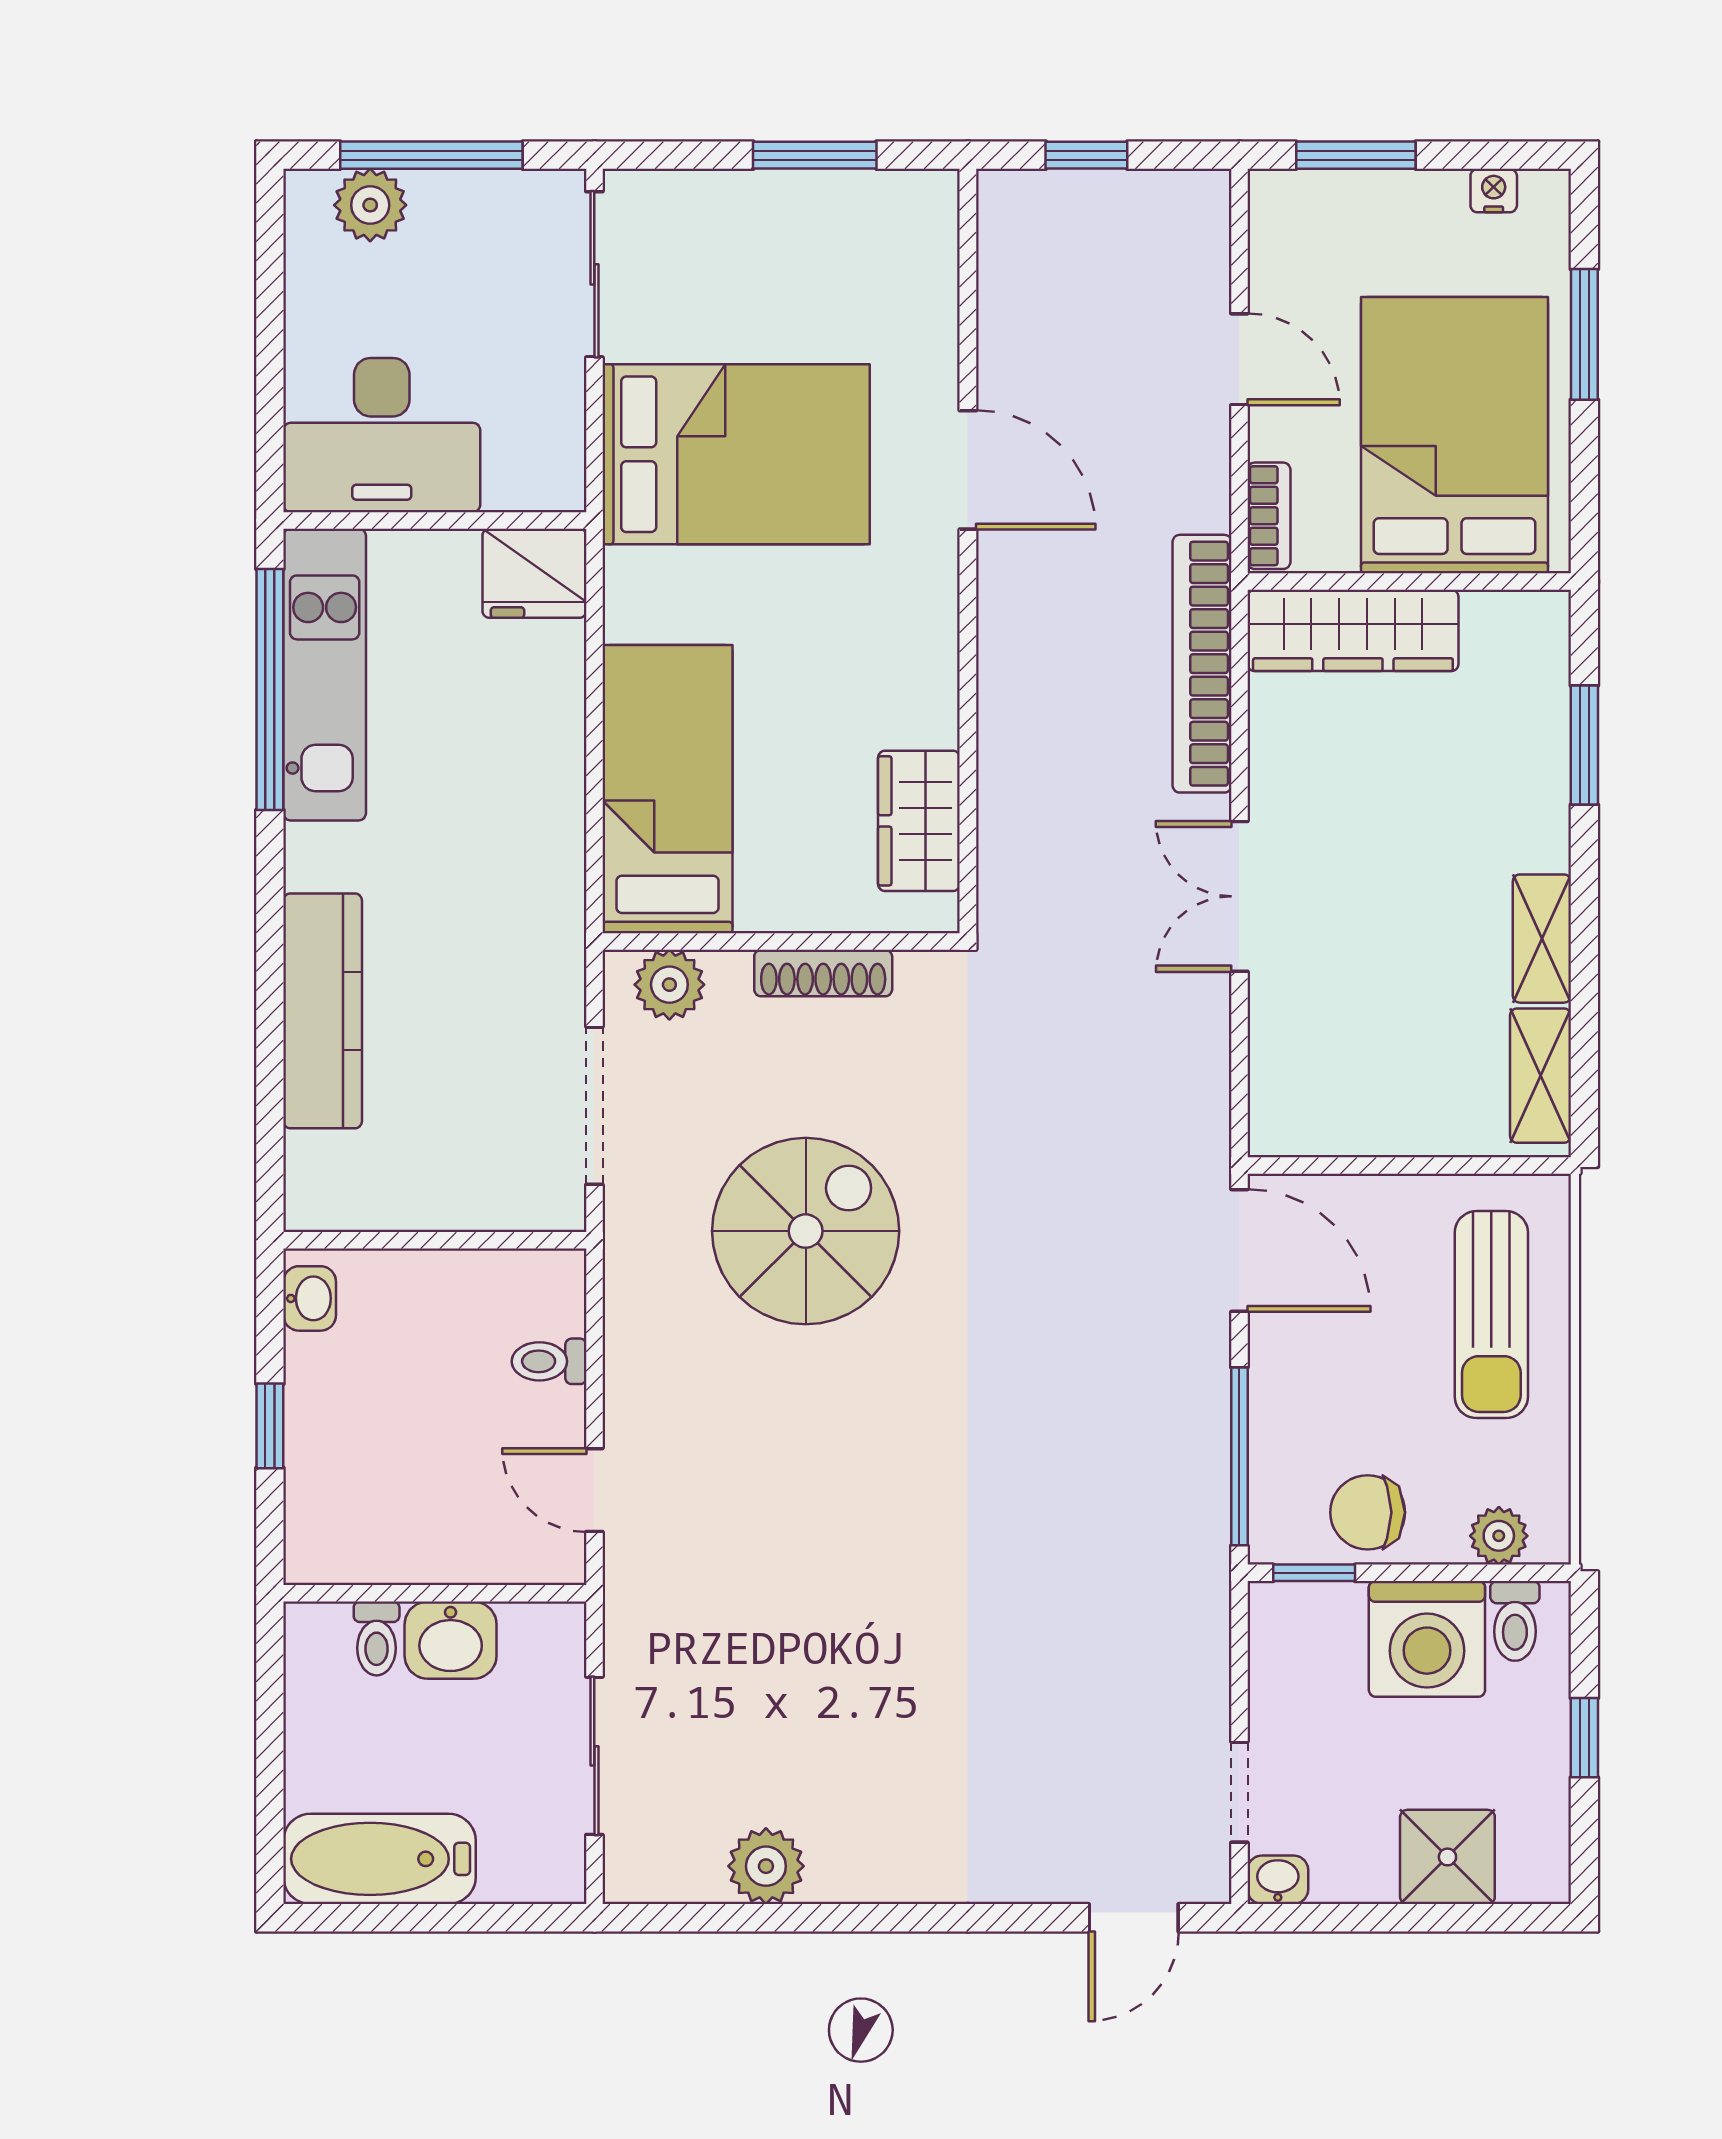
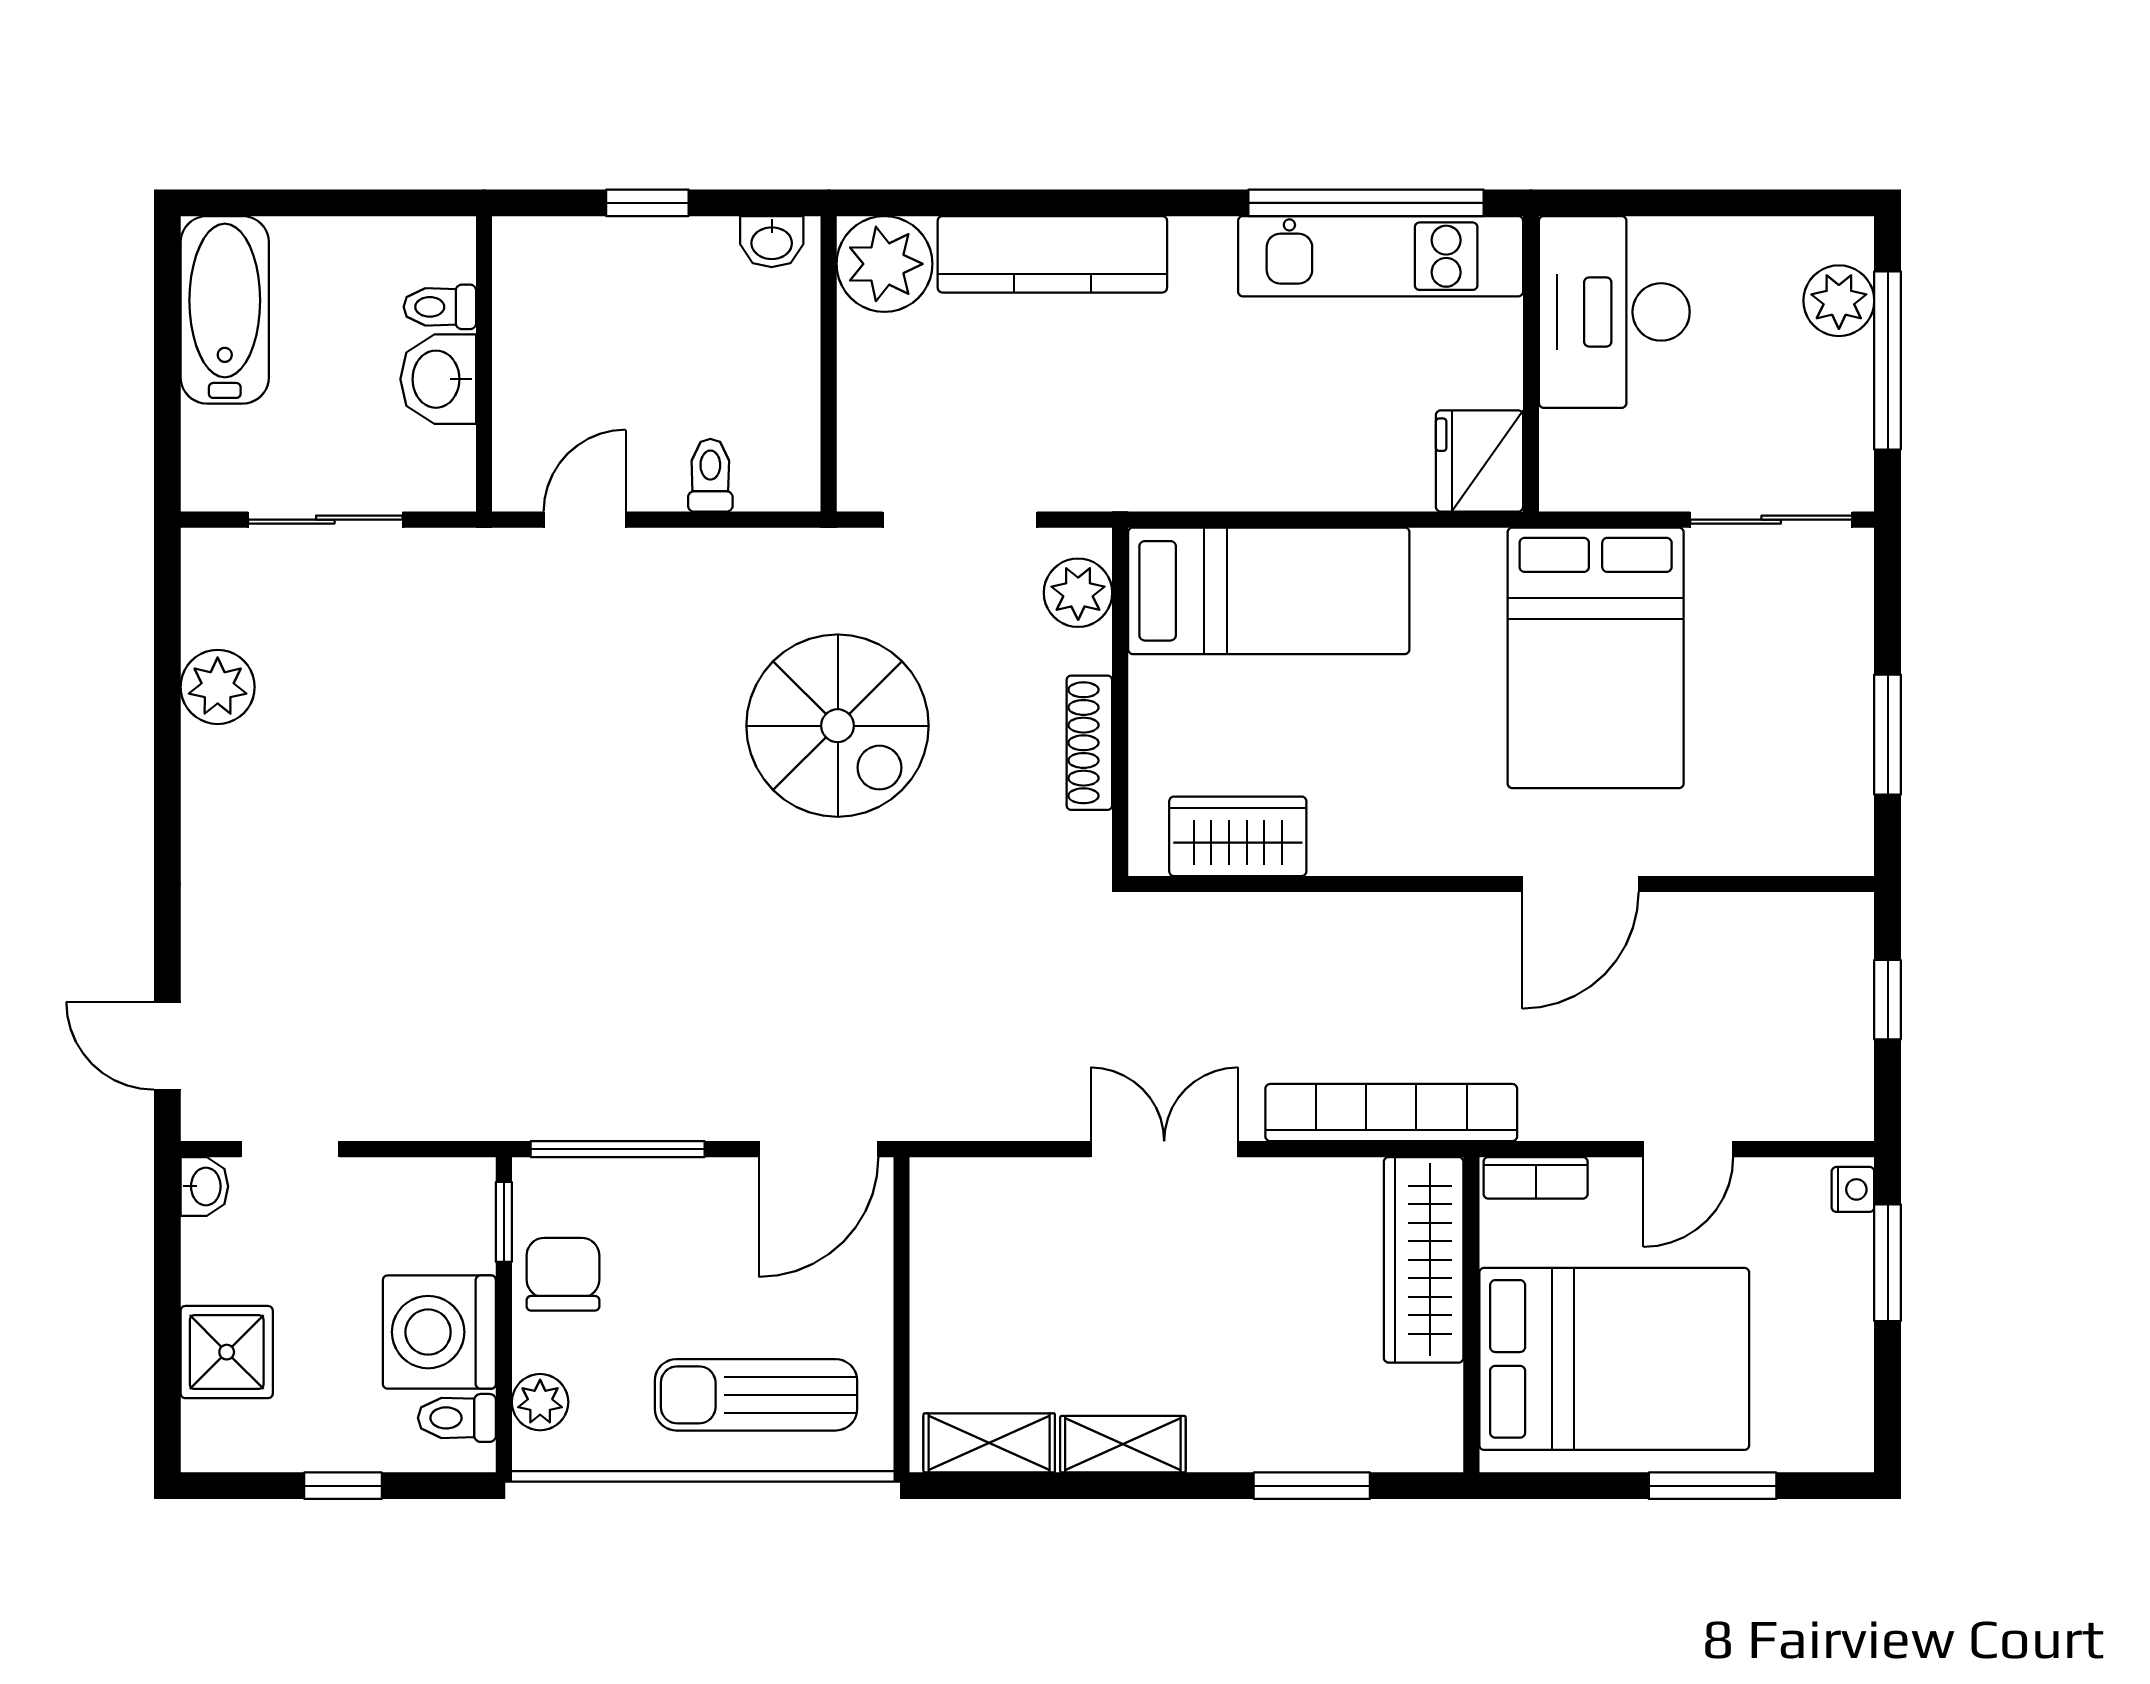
nightstand: (1494, 191) -> (1853, 1189), moved
plant: (333, 1183) -> (884, 264), added

